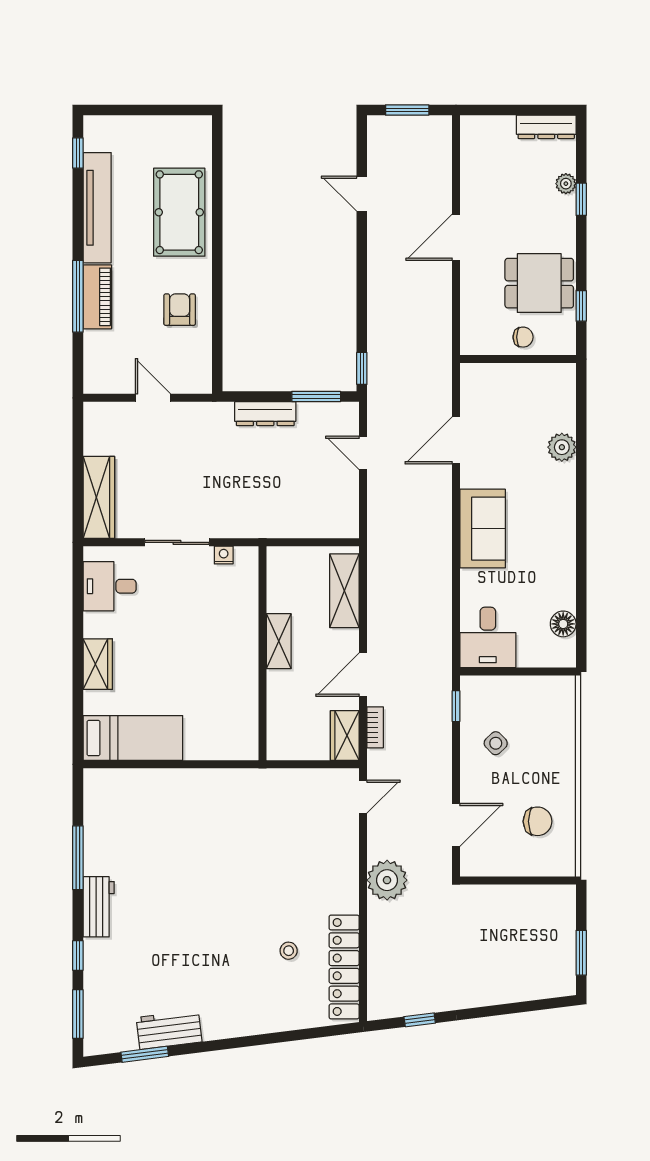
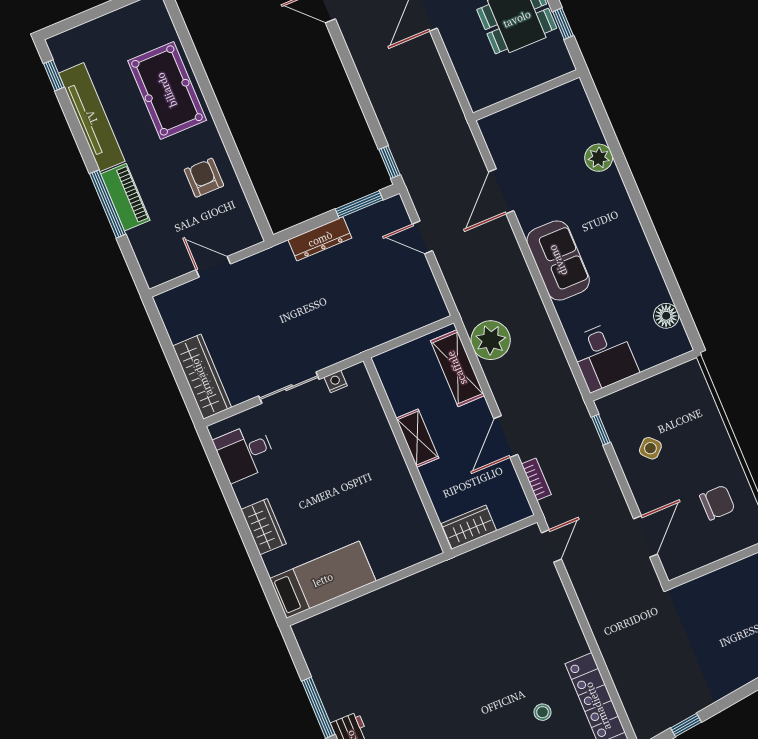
chair: (523, 337) -> (523, 73), removed
wardrobe: (345, 736) -> (469, 527), moved, turned 90
plant: (387, 880) -> (491, 340), moved

